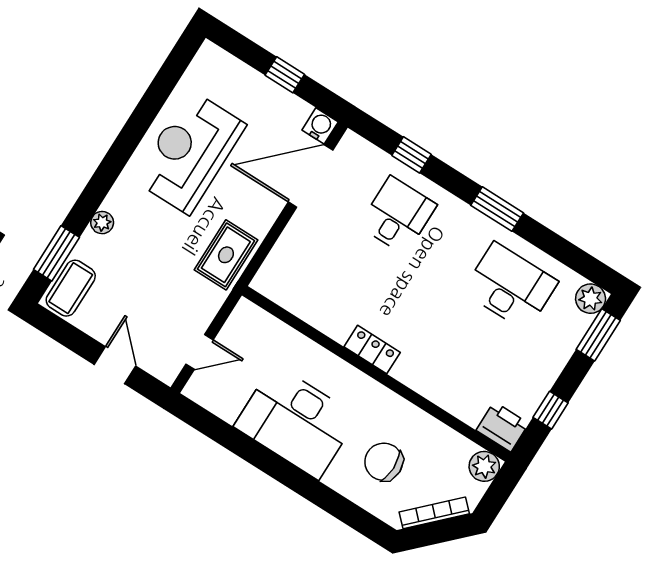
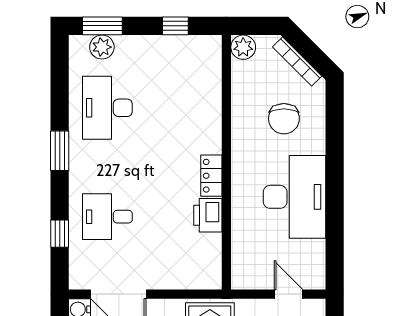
plant: (591, 299) -> (102, 47), moved
printer: (502, 427) -> (208, 215), moved

